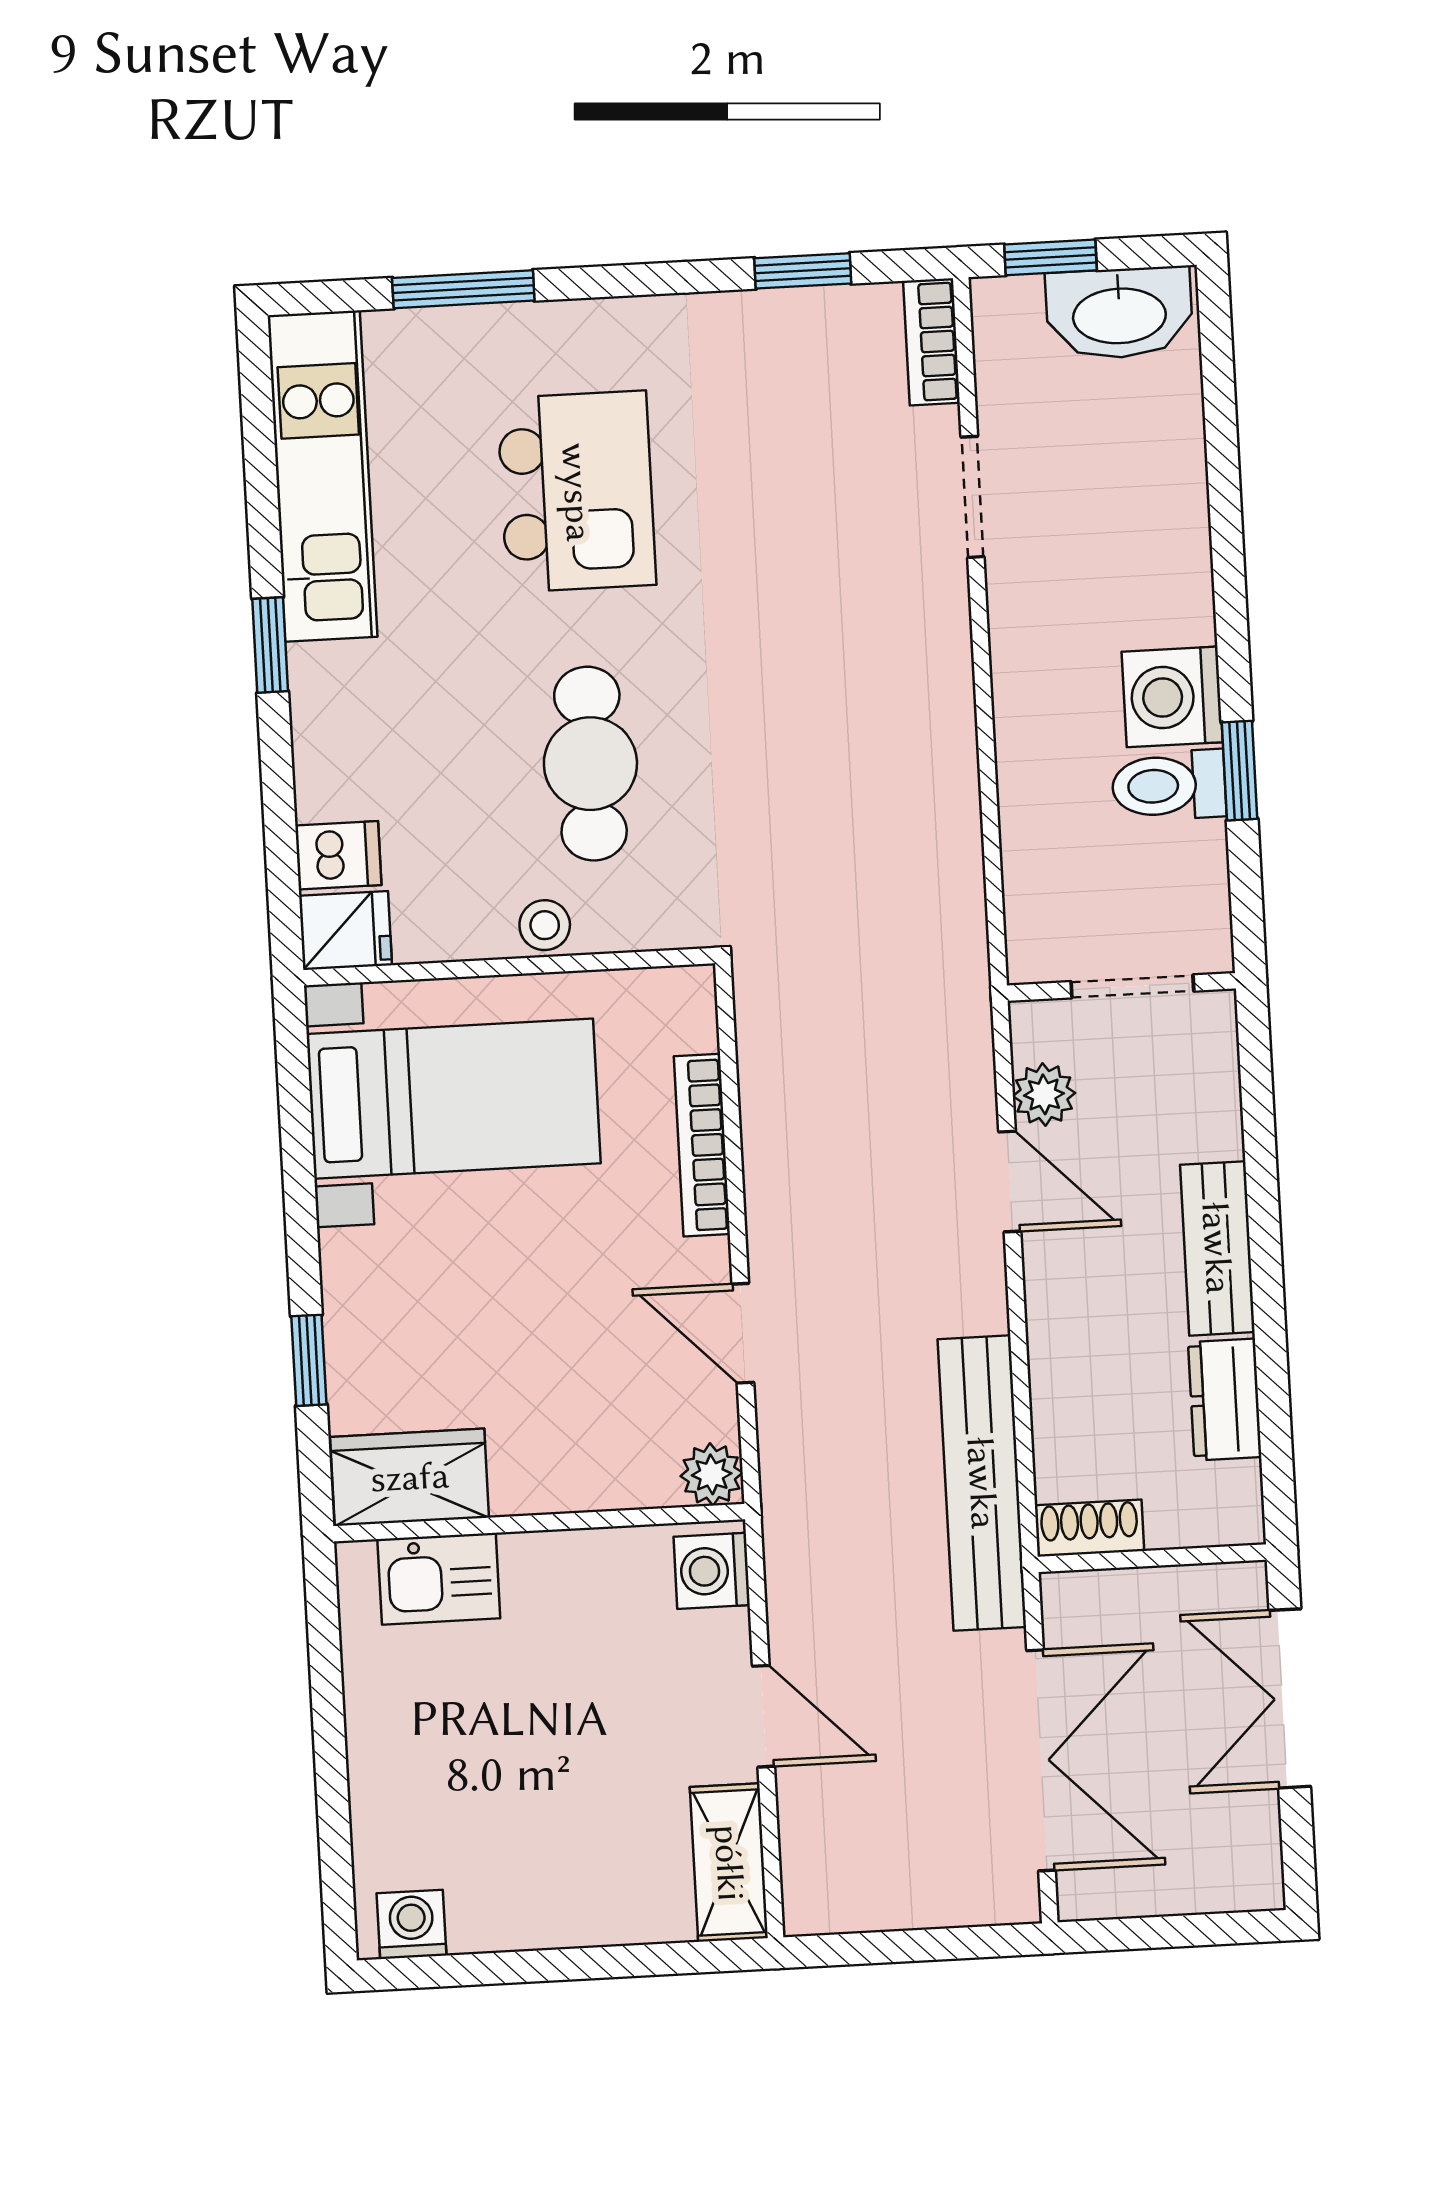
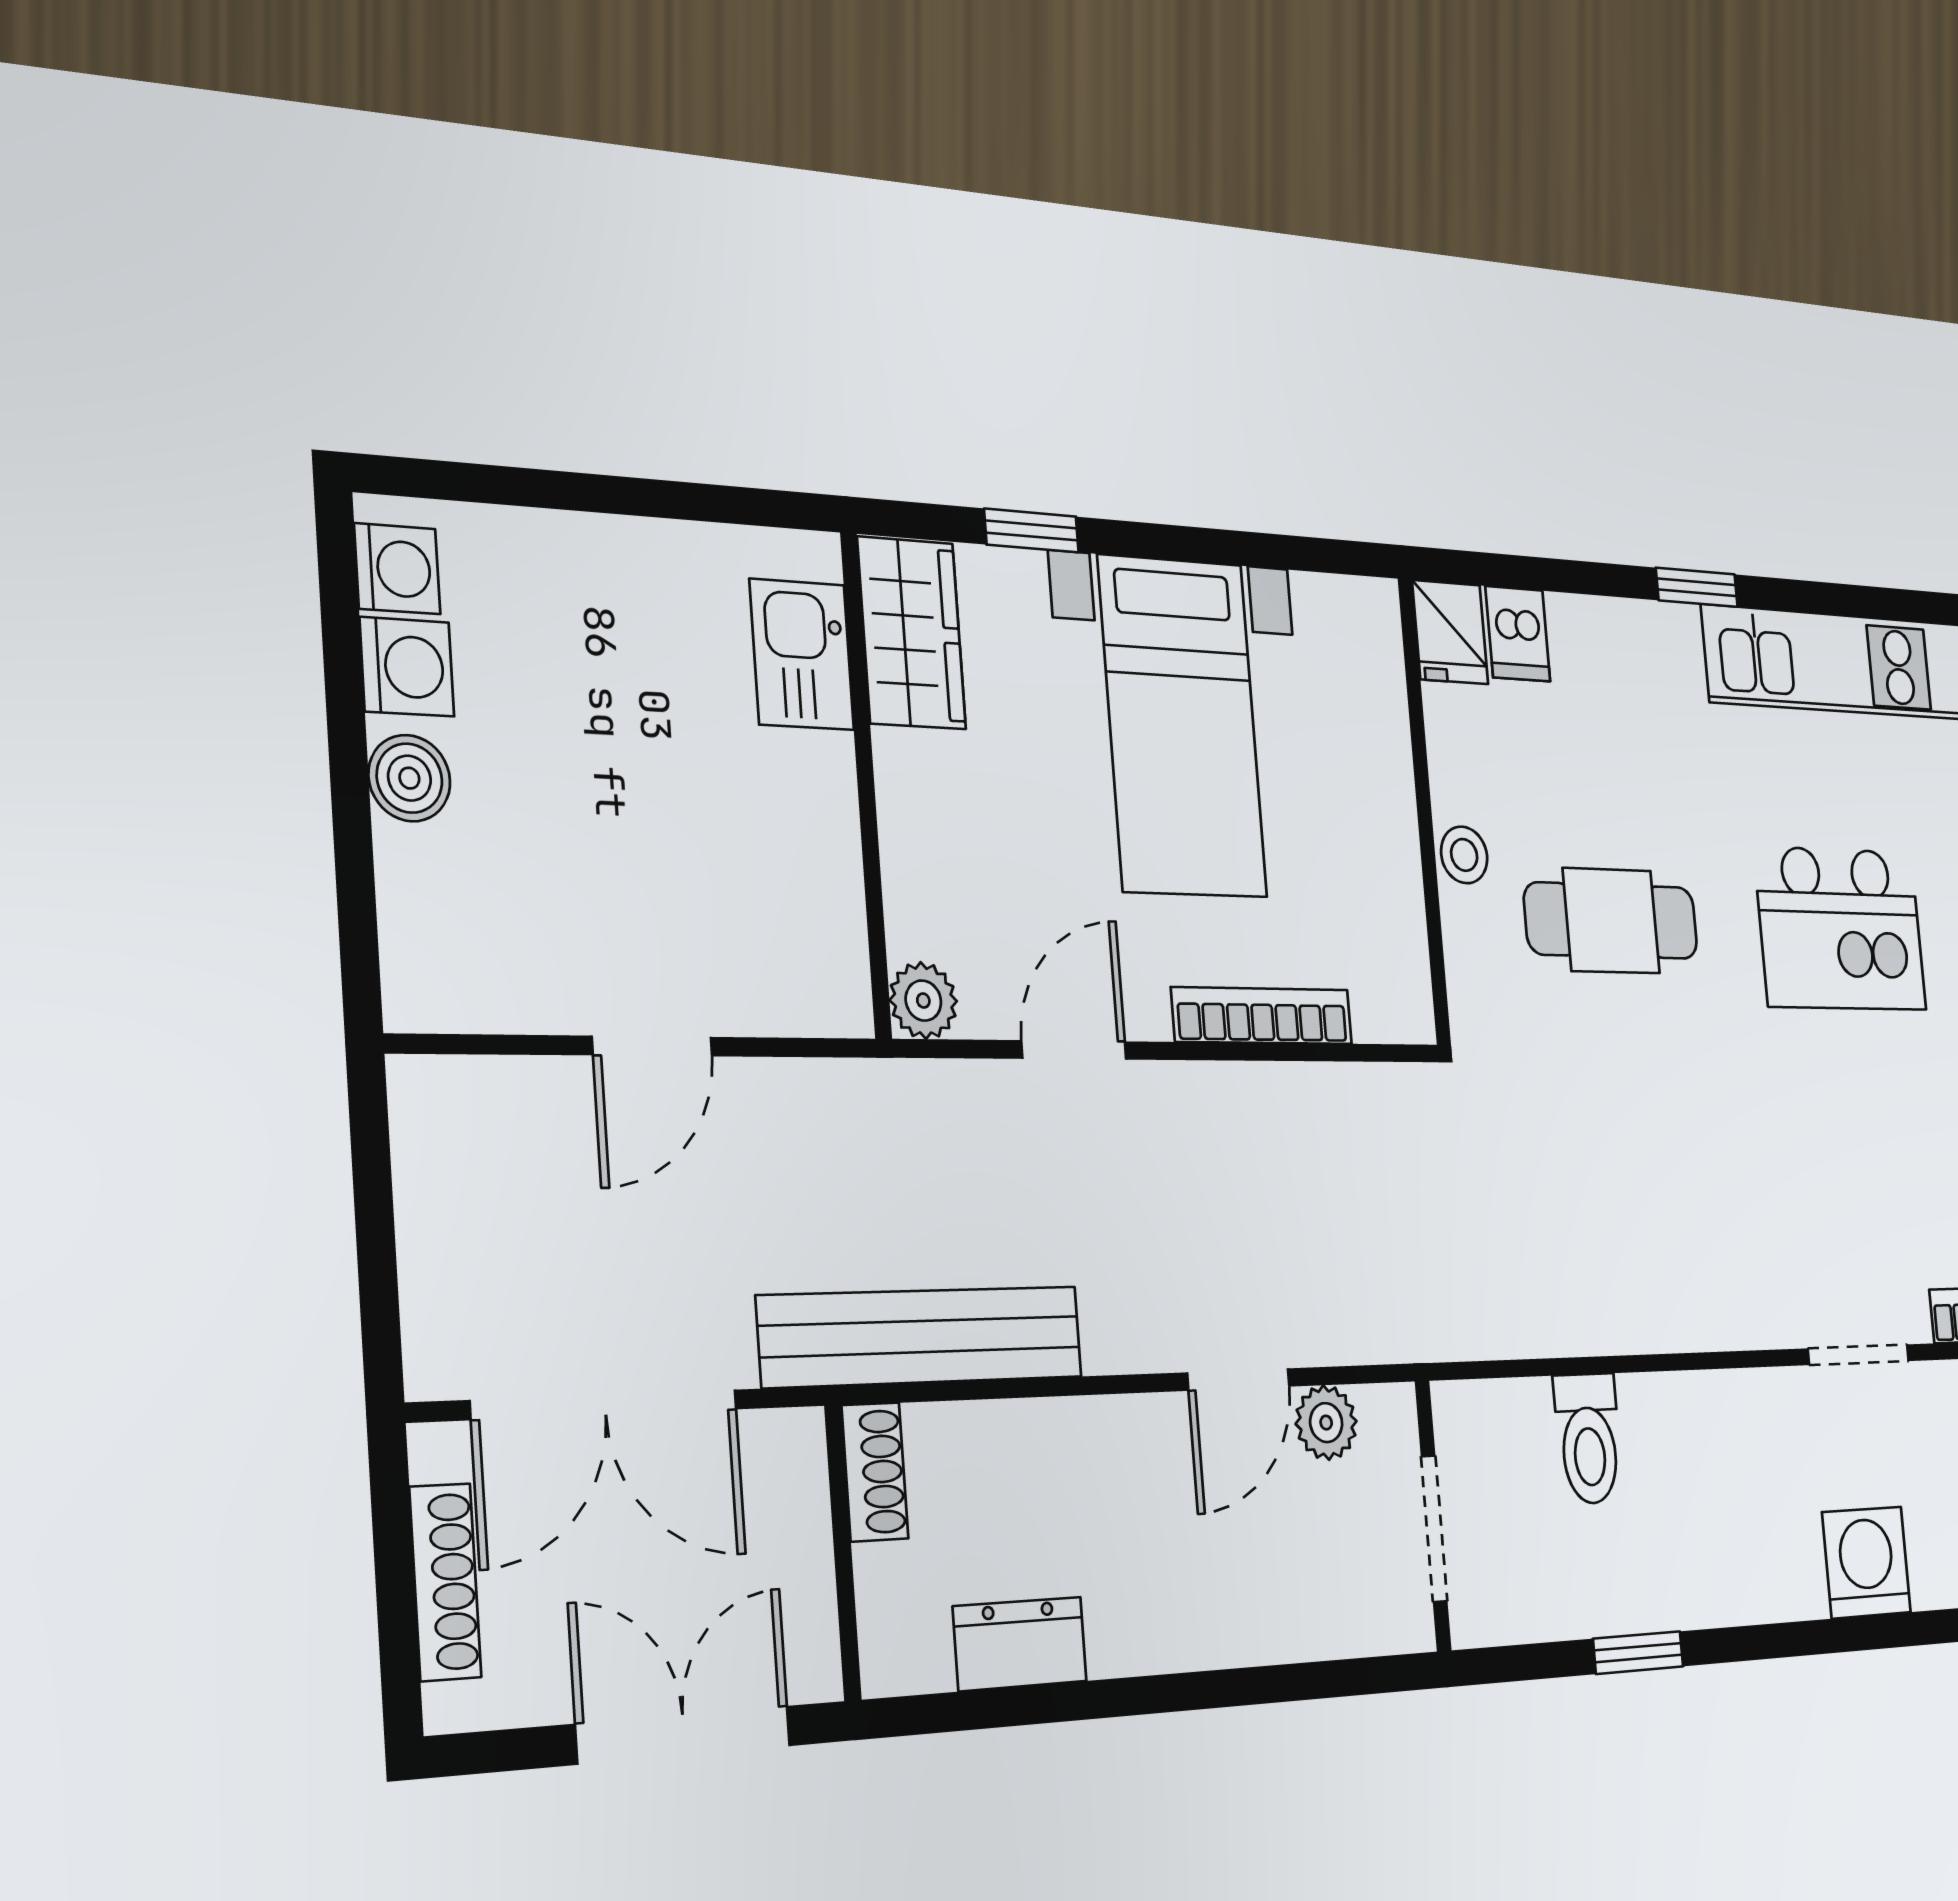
washing machine: (1172, 697) -> (1866, 1562), moved
toilet: (1169, 785) -> (1588, 1439), moved, turned 180
bed with nightstands: (454, 1099) -> (1182, 726), moved
bench: (1217, 1248) -> (1179, 1633), removed
washing machine: (712, 1571) -> (407, 667), moved, turned 90
shelving: (729, 1863) -> (477, 989), removed
shoe rack: (1174, 1892) -> (445, 1582), added
boiler: (572, 1916) -> (409, 778), added

